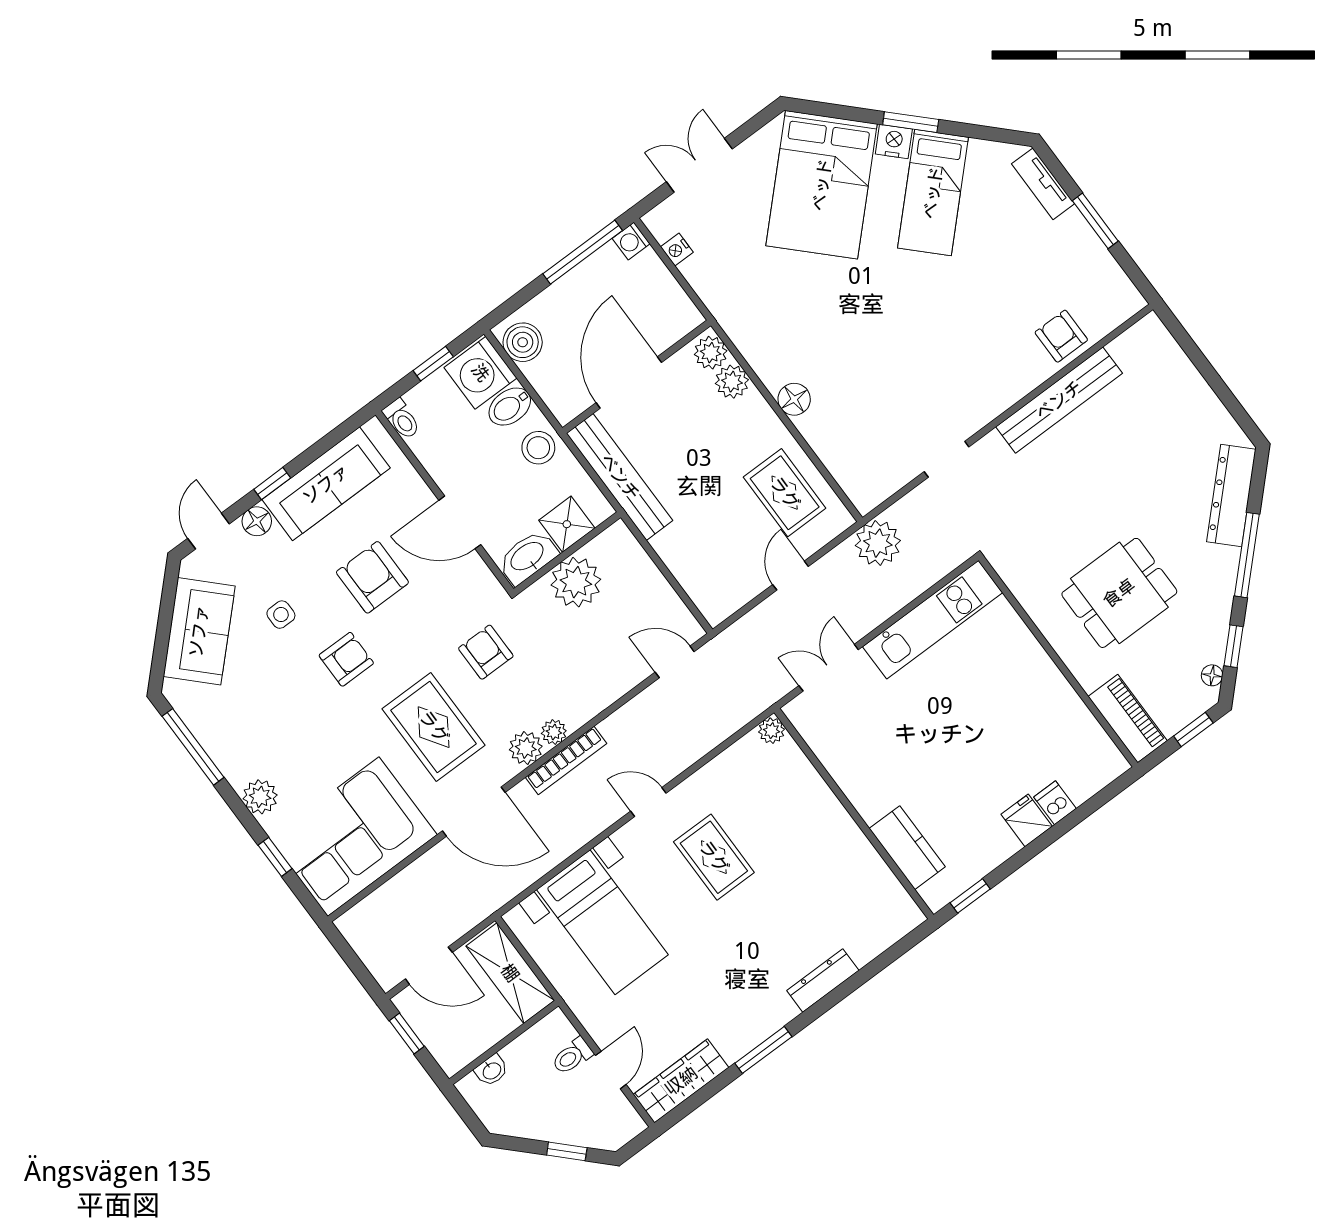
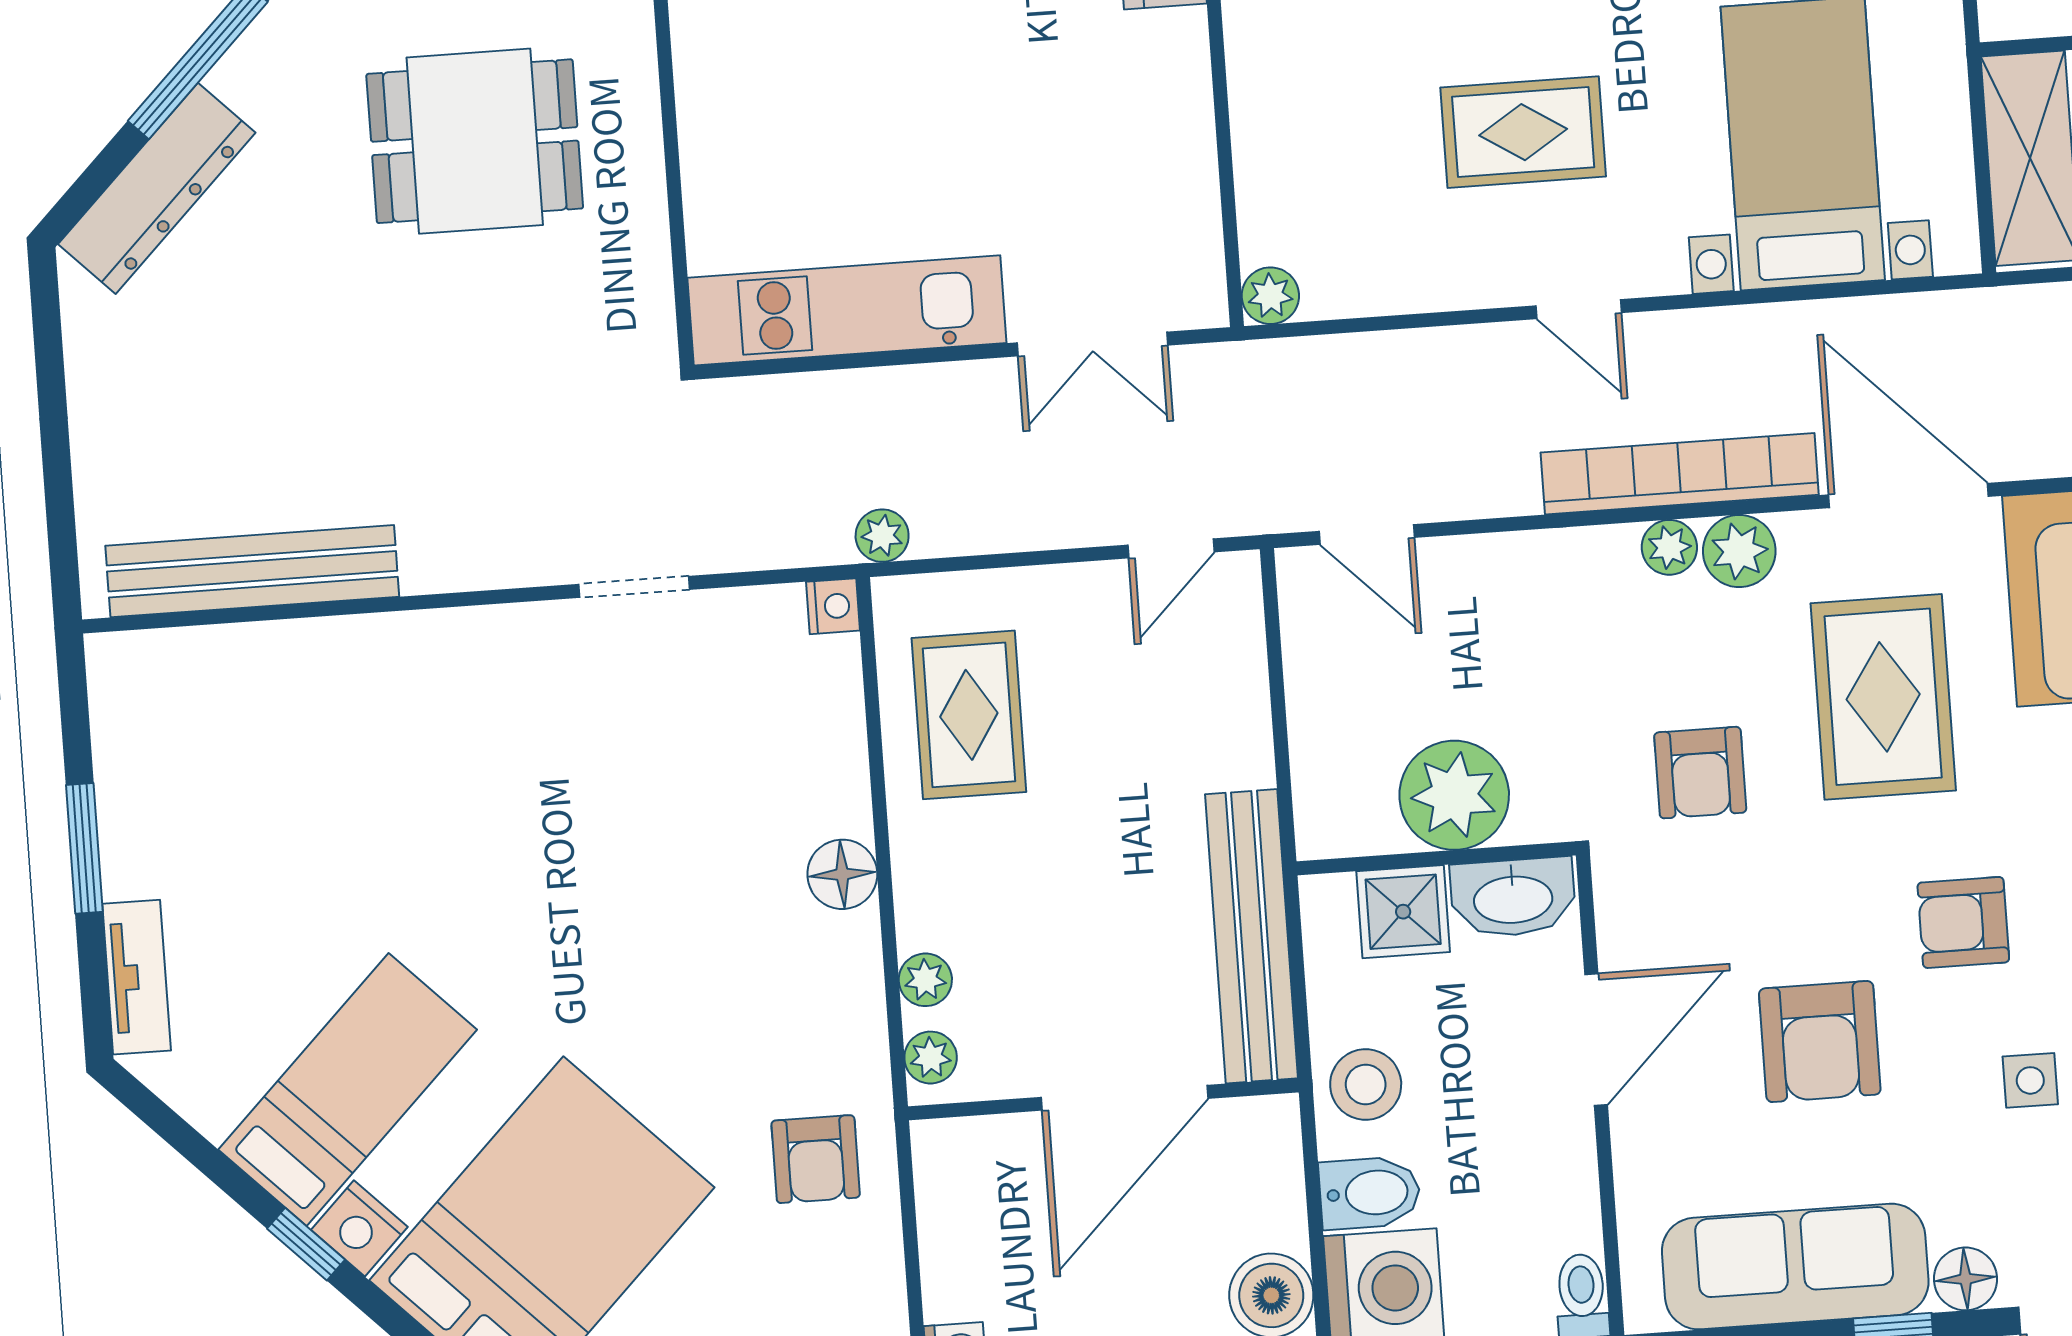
window: (911, 122) -> (306, 1244), width x0.67
nightstand: (677, 250) -> (833, 606), moved
armchair: (1061, 336) -> (816, 1159), moved
plant: (711, 353) -> (931, 1058), width x0.73, depth x0.73
plant: (732, 382) -> (925, 980), width x0.73, depth x0.73
bench: (1059, 400) -> (252, 571), moved
door: (460, 522) -> (1596, 1039), hinge flipped
plant: (878, 543) -> (882, 536), width x0.53, depth x0.53
door: (791, 575) -> (1171, 548), moved
bookcase: (566, 760) -> (1680, 474), width x1.48, depth x1.31
rug: (714, 857) -> (1523, 132), turned 90

